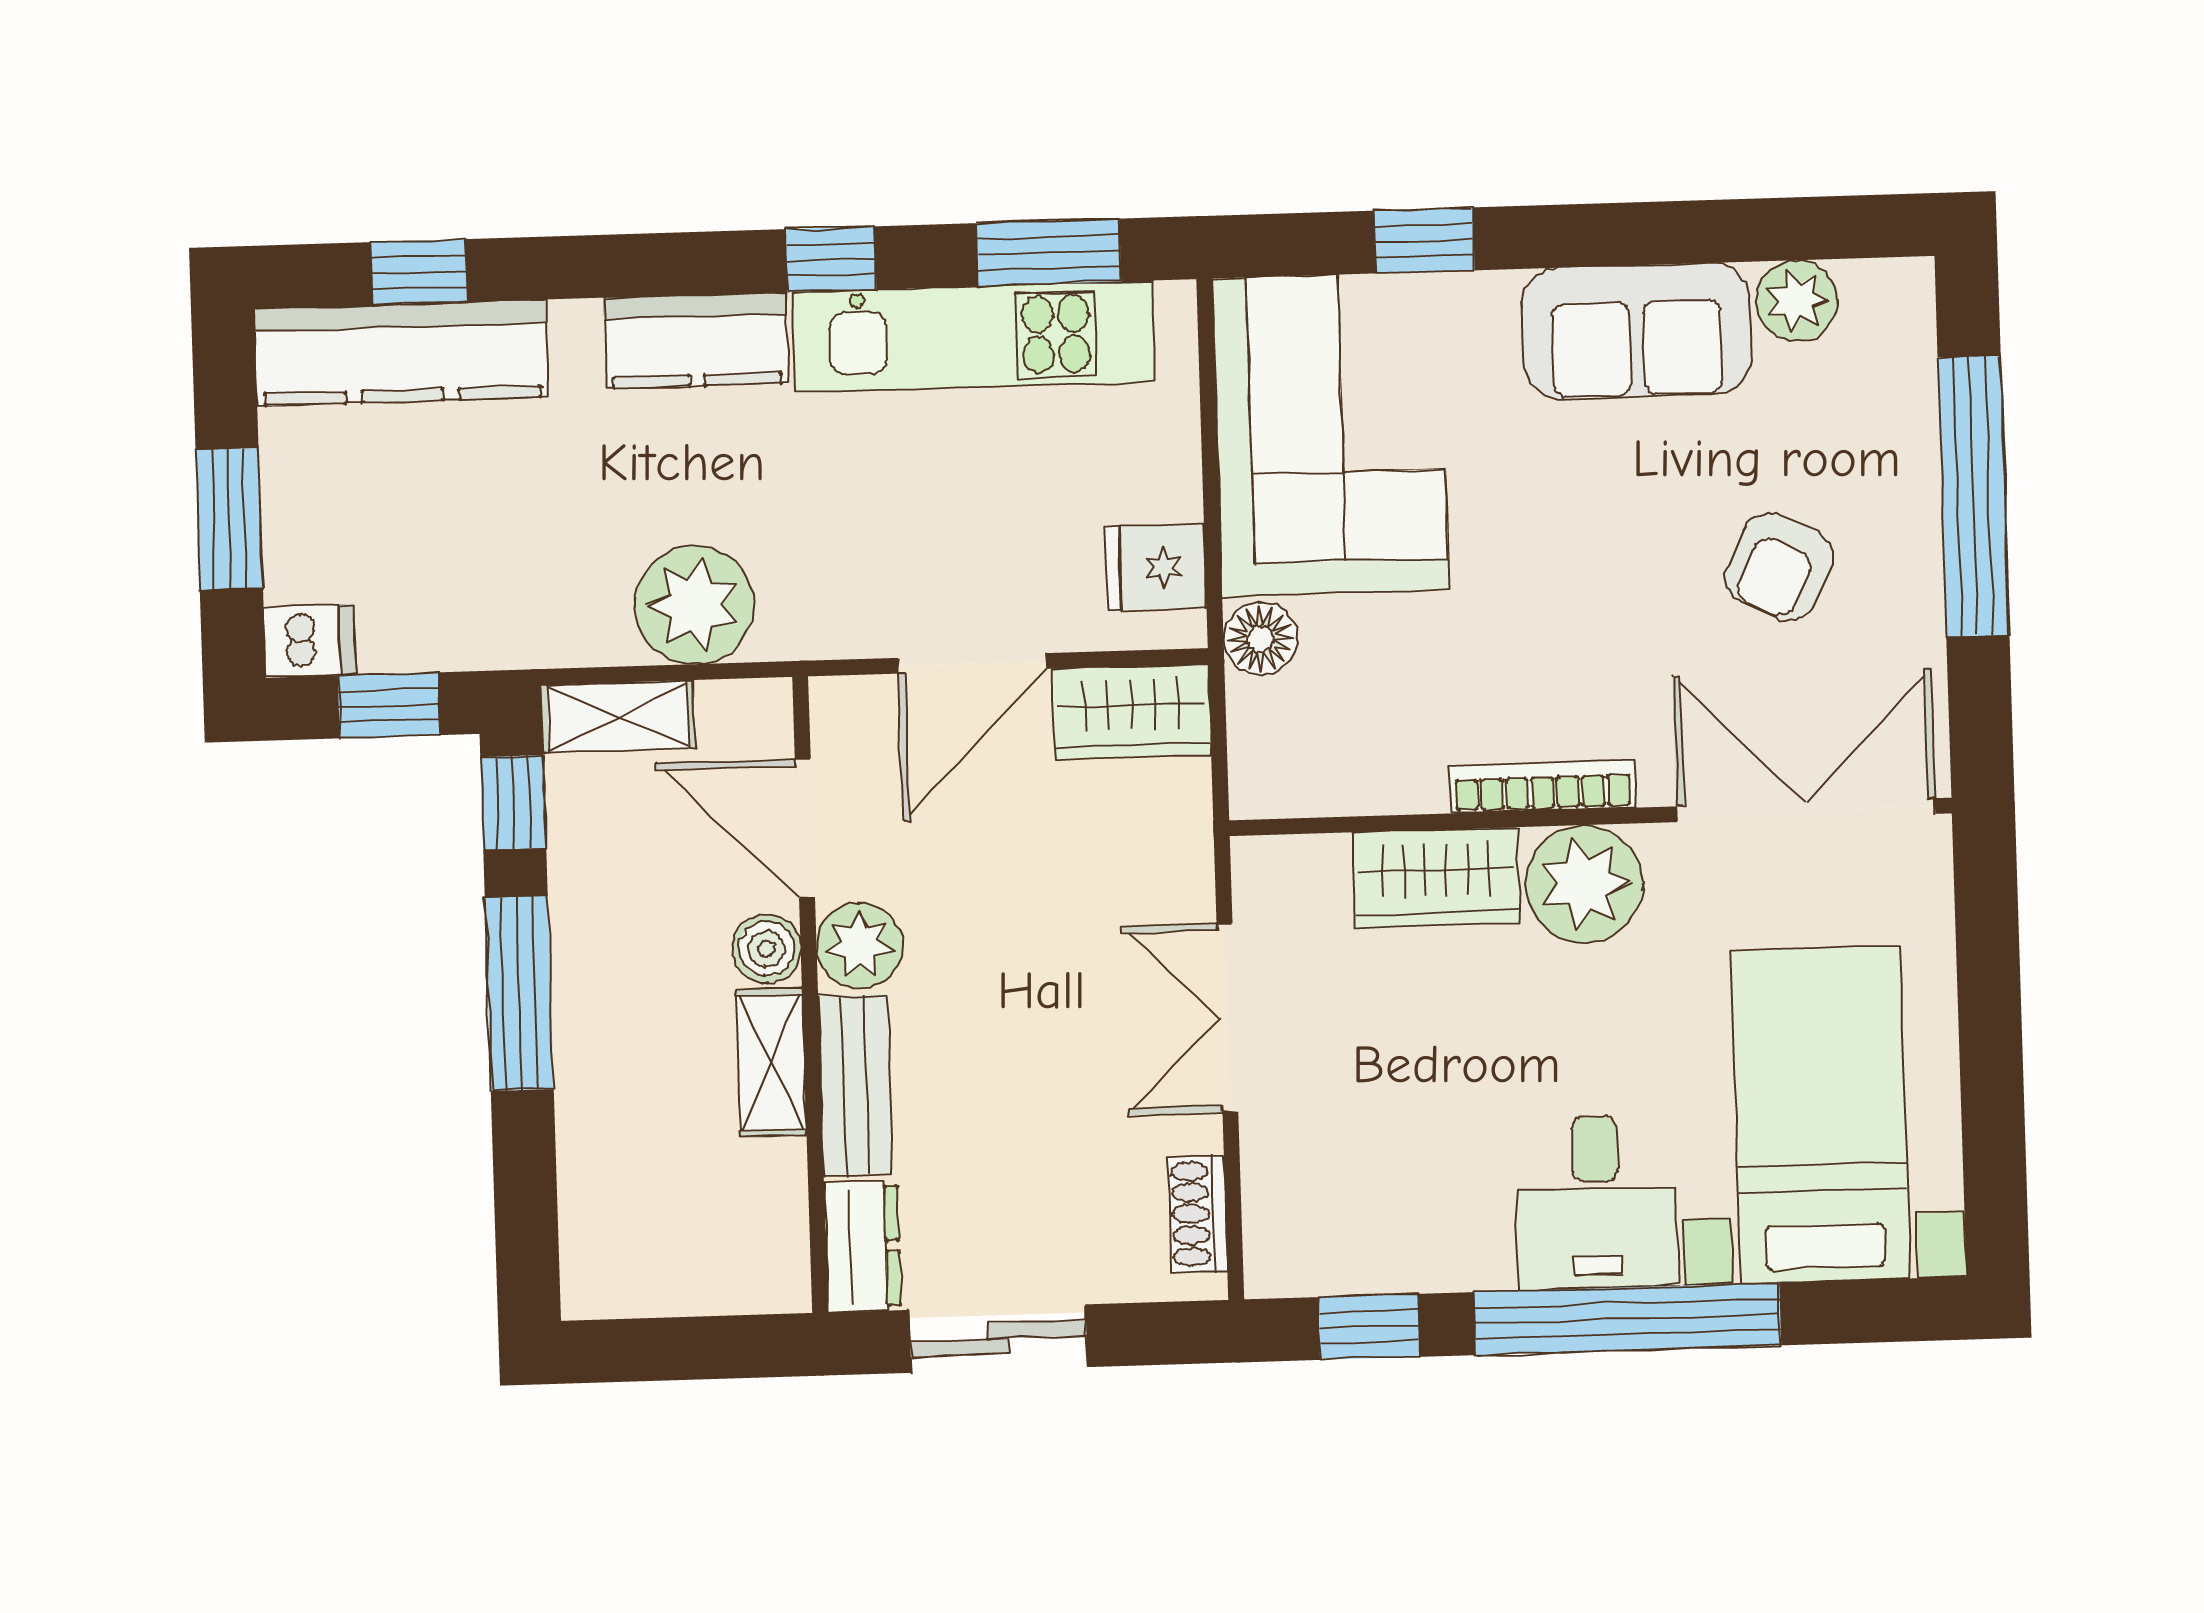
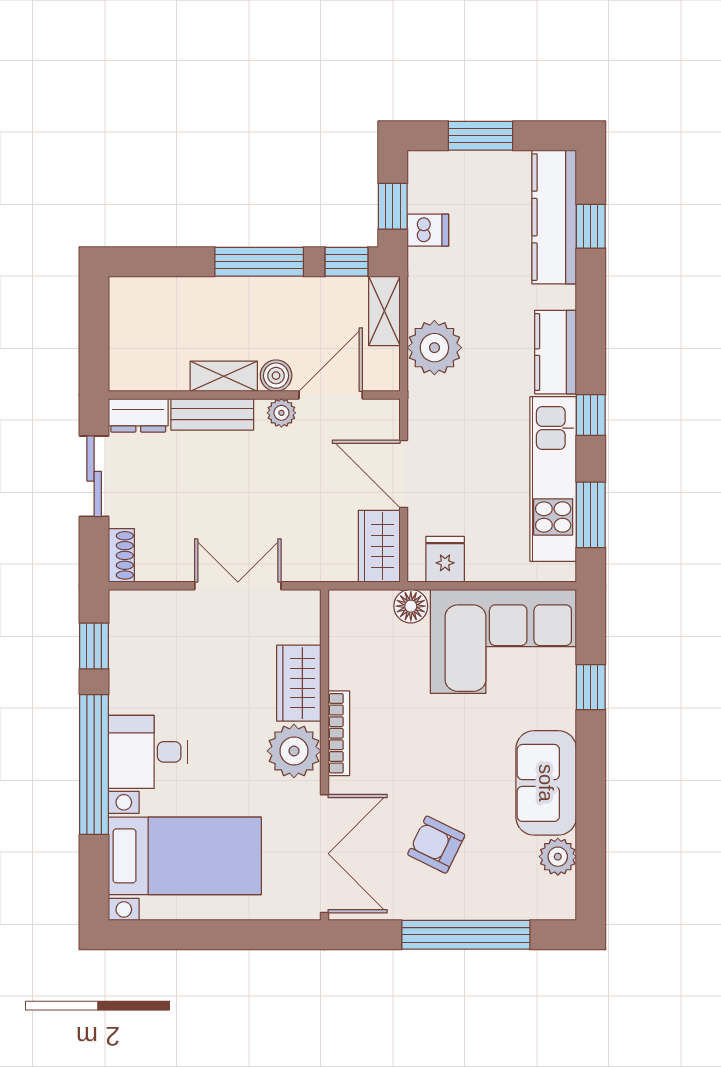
dishwasher: (310, 640) -> (428, 230), moved, turned -90
plant: (859, 946) -> (281, 413), width x0.73, depth x0.73
shoe rack: (1197, 1214) -> (121, 555), moved, turned 90

